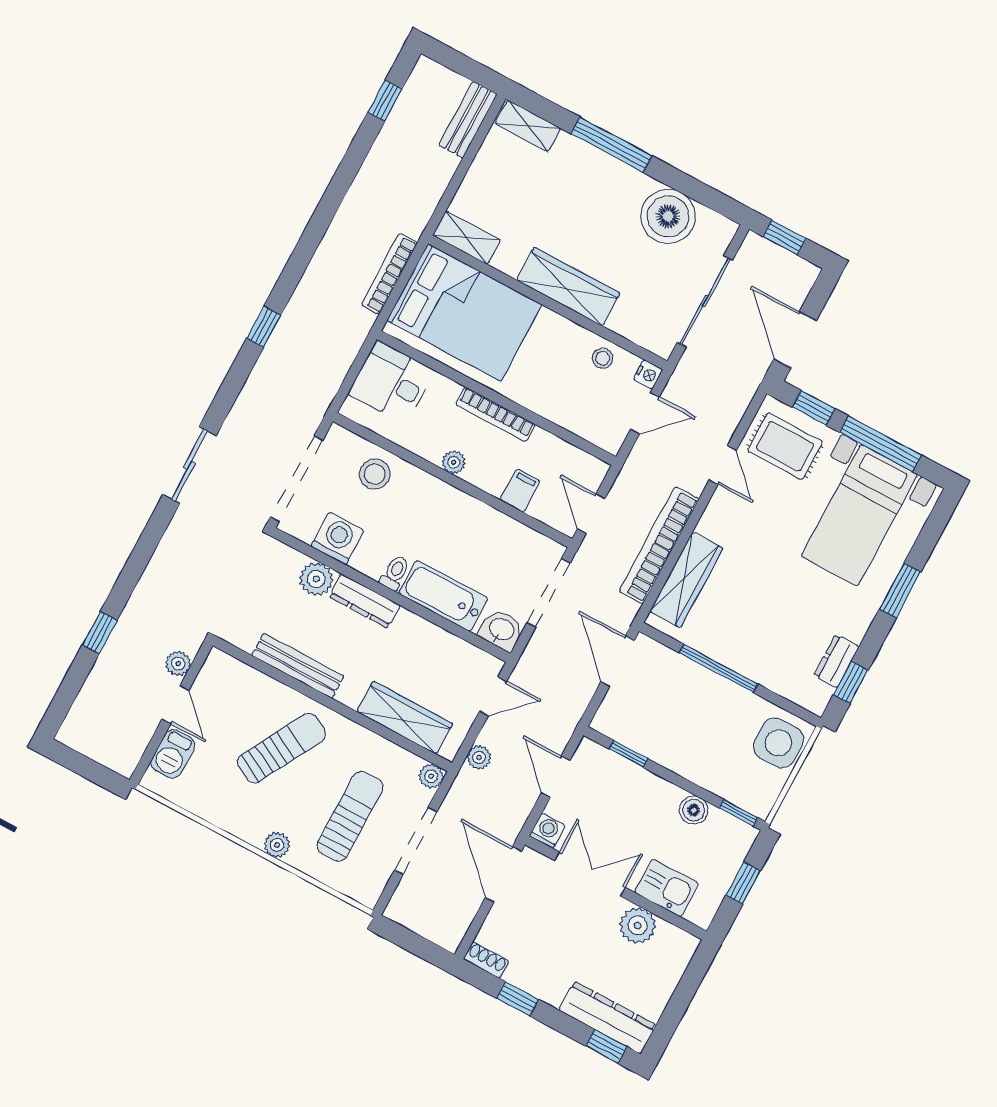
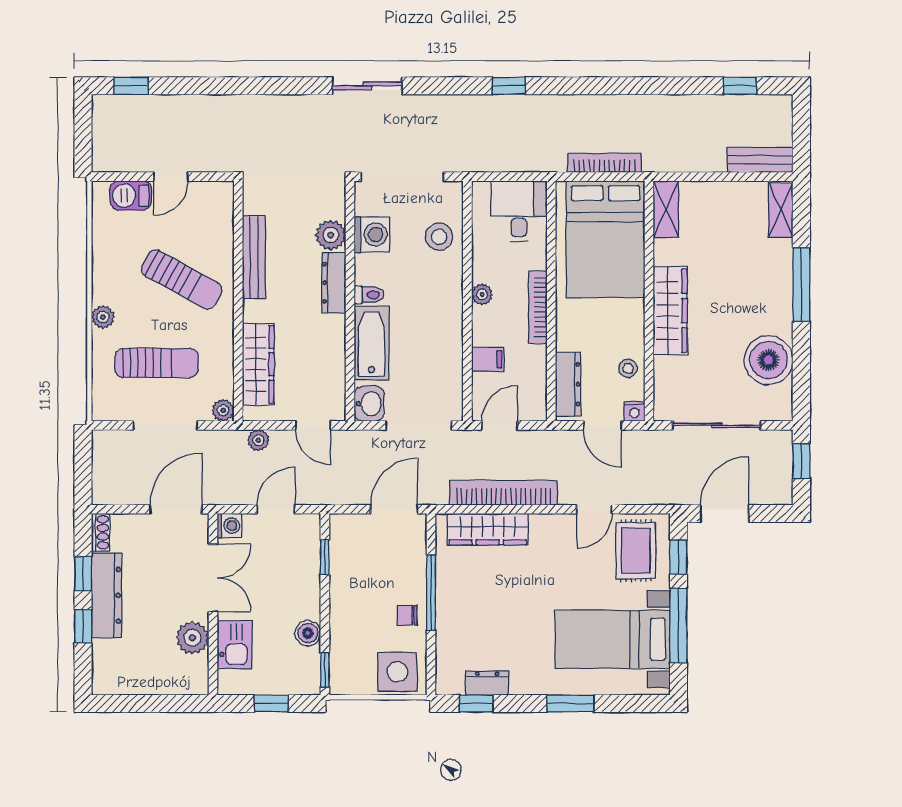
dresser: (587, 425) -> (568, 384), added
window: (100, 633) -> (131, 86), moved
plant: (178, 663) -> (205, 161), removed
chair: (728, 704) -> (407, 615), added
dresser: (607, 1018) -> (107, 595), moved
window: (606, 1046) -> (83, 626), moved

